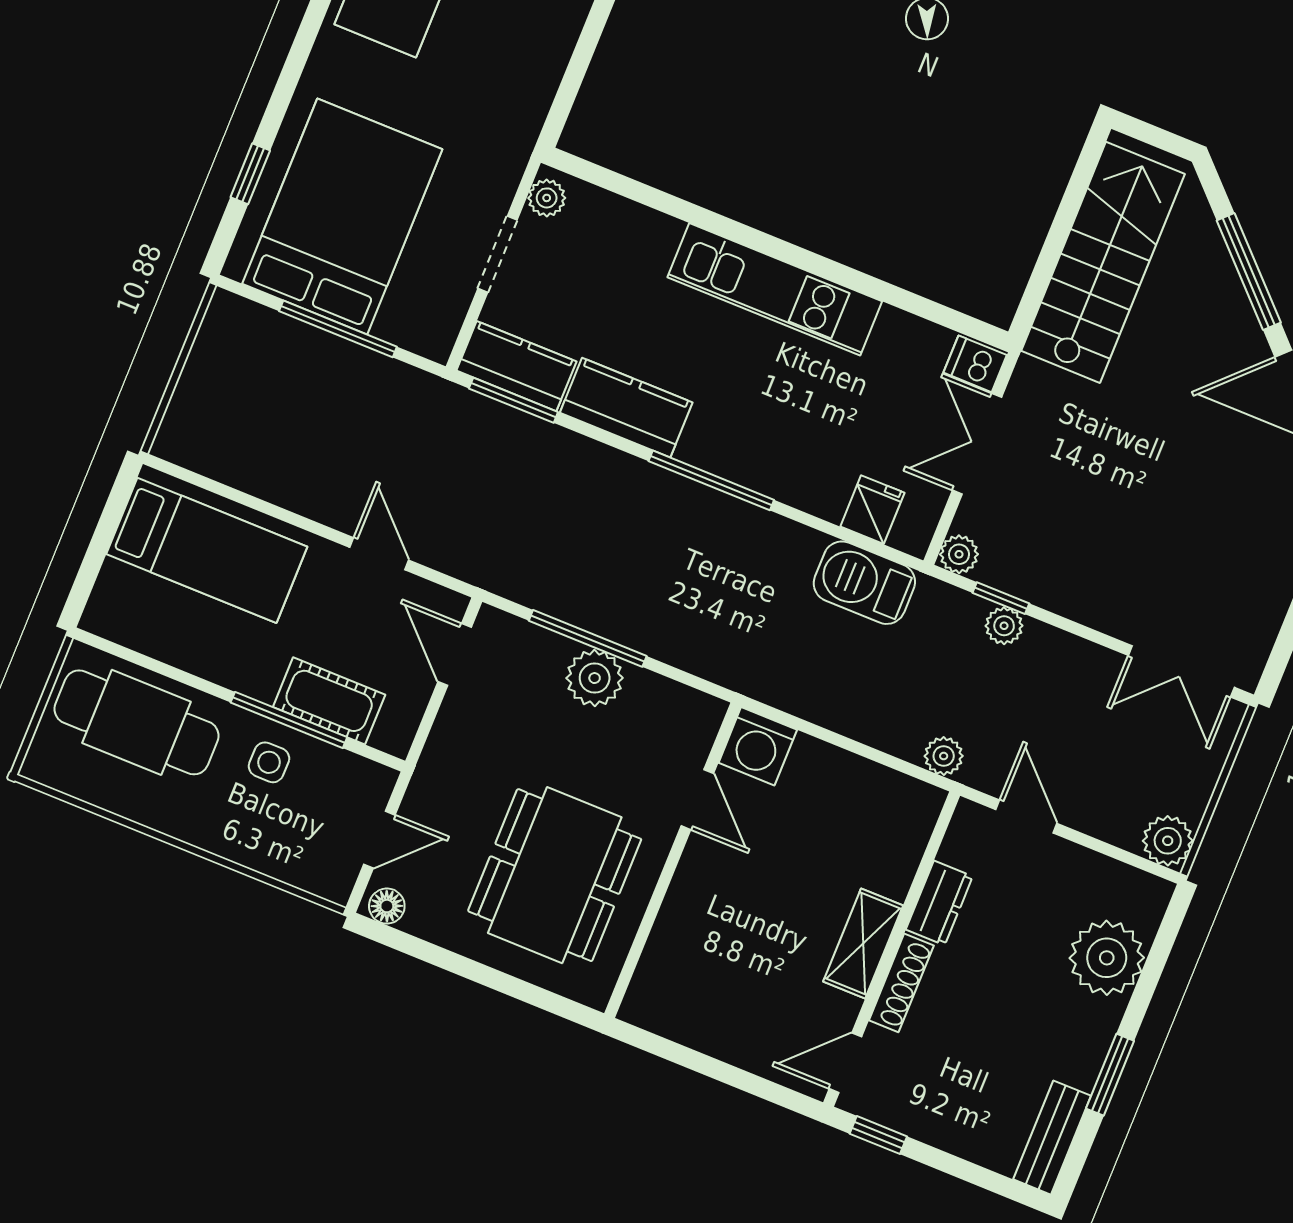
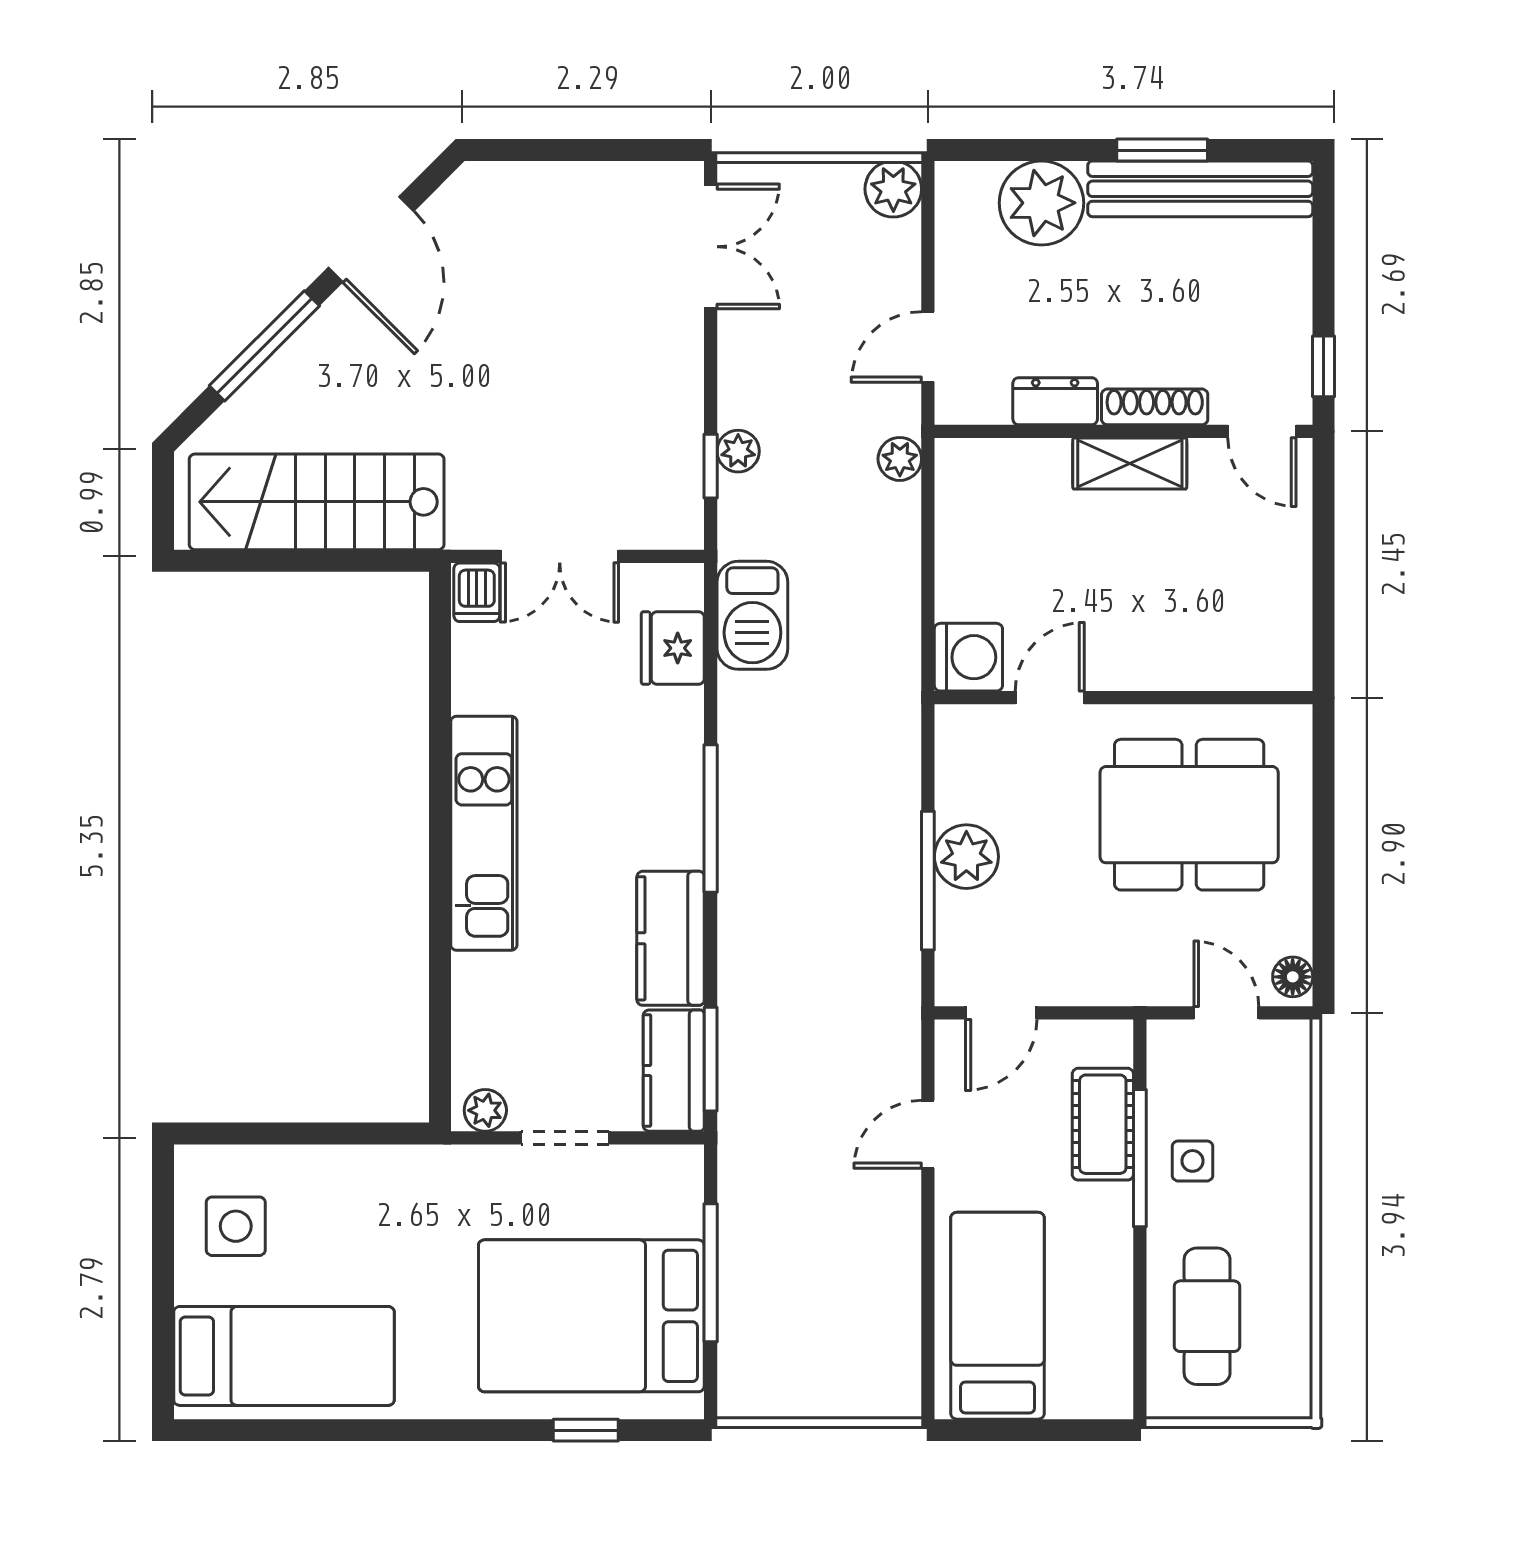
fridge: (872, 510) -> (673, 648), width x1.38
plant: (959, 554) -> (683, 528), removed
cafe table: (136, 722) -> (1207, 1316), width x0.73, depth x0.74
bench: (1052, 1138) -> (1200, 189), width x1.86, depth x1.21

